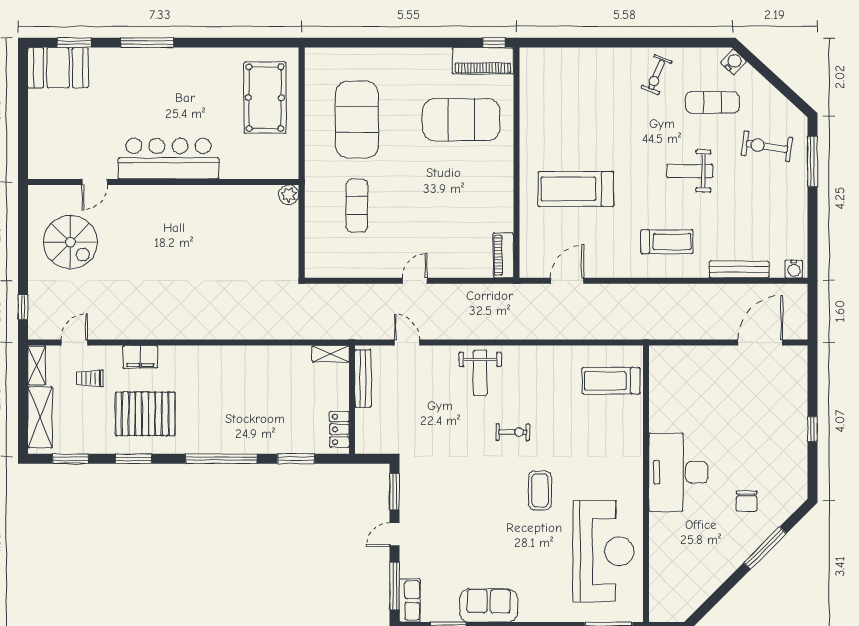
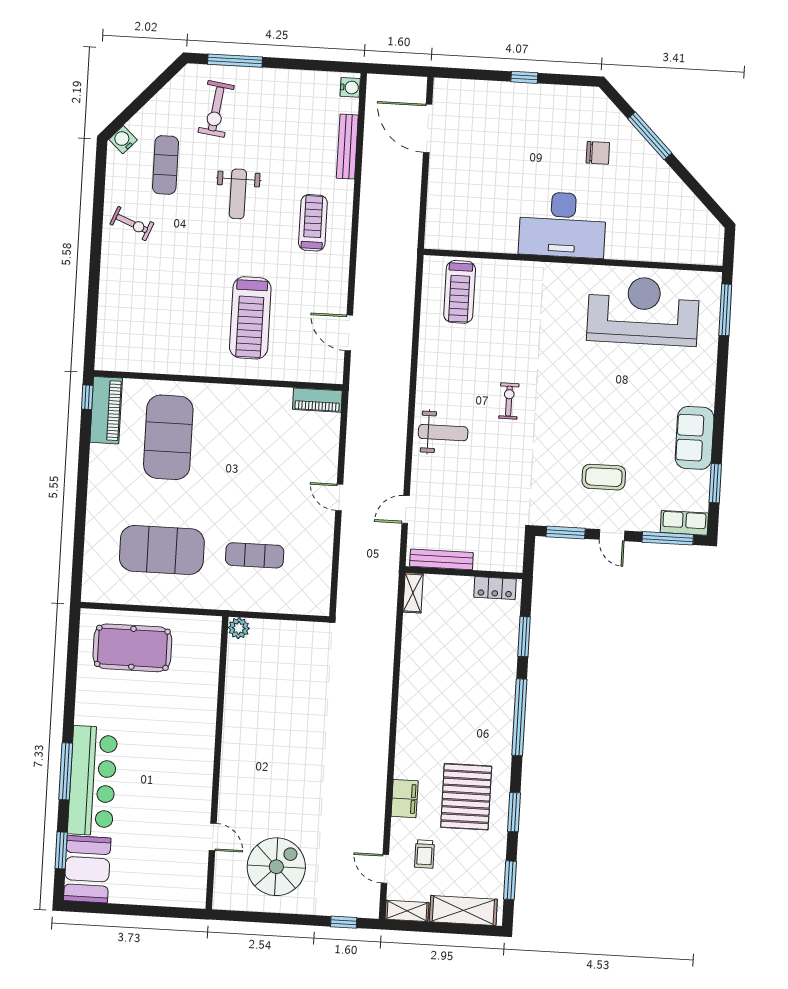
bar counter: (168, 159) -> (93, 781), moved, turned 180
coffee table: (540, 490) -> (604, 477), moved

